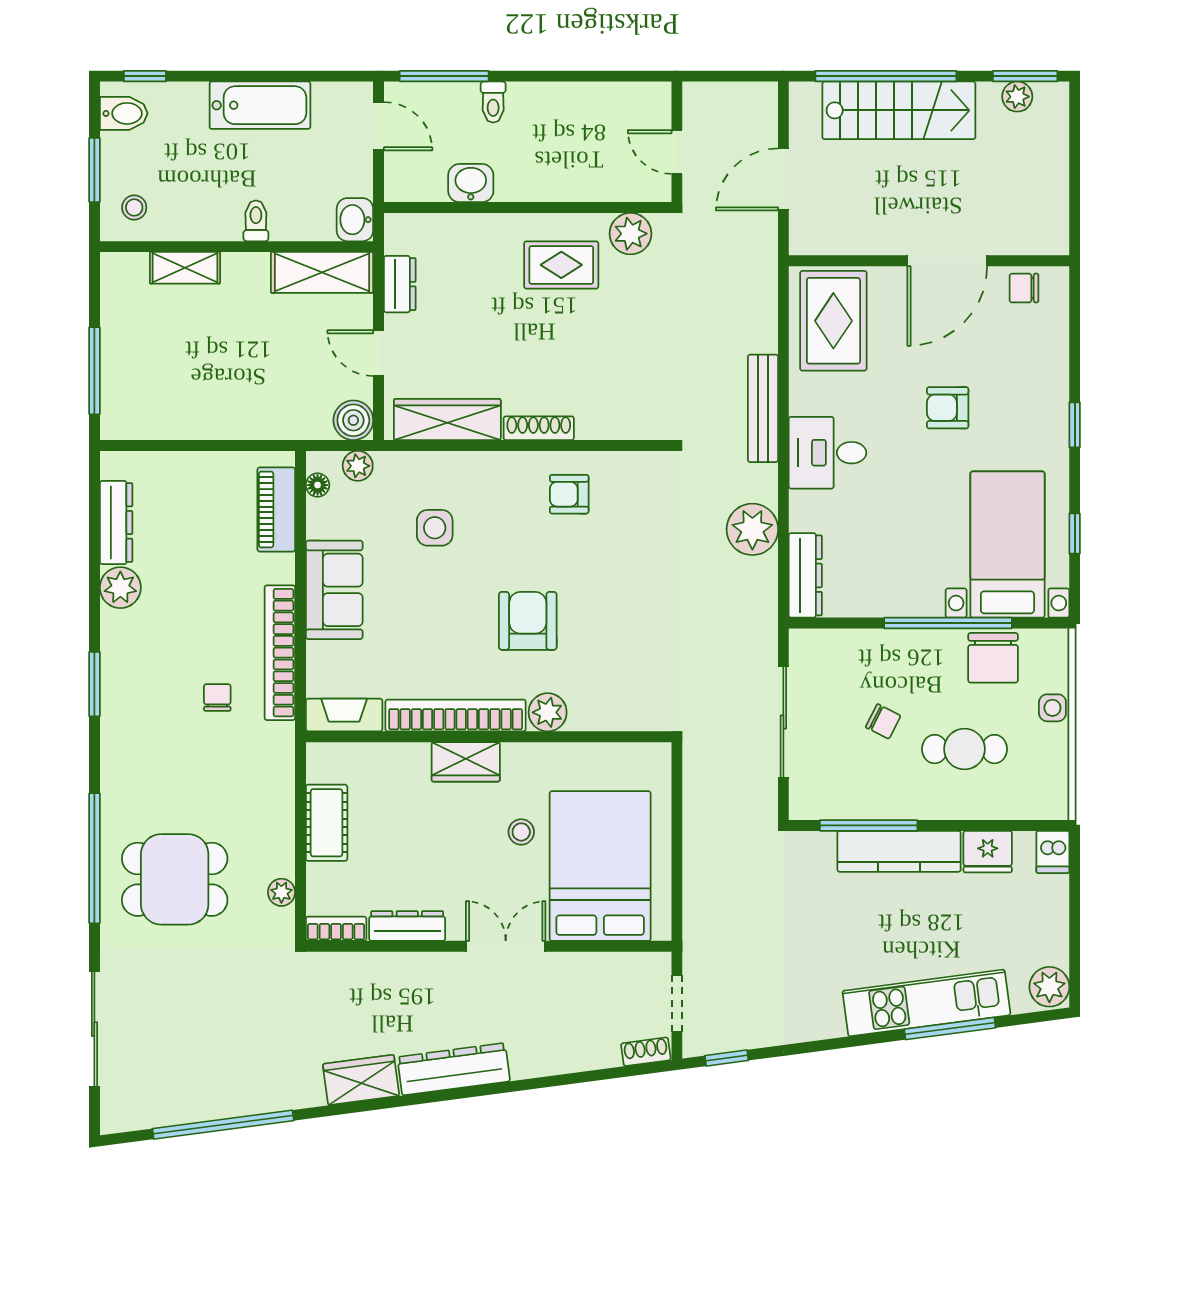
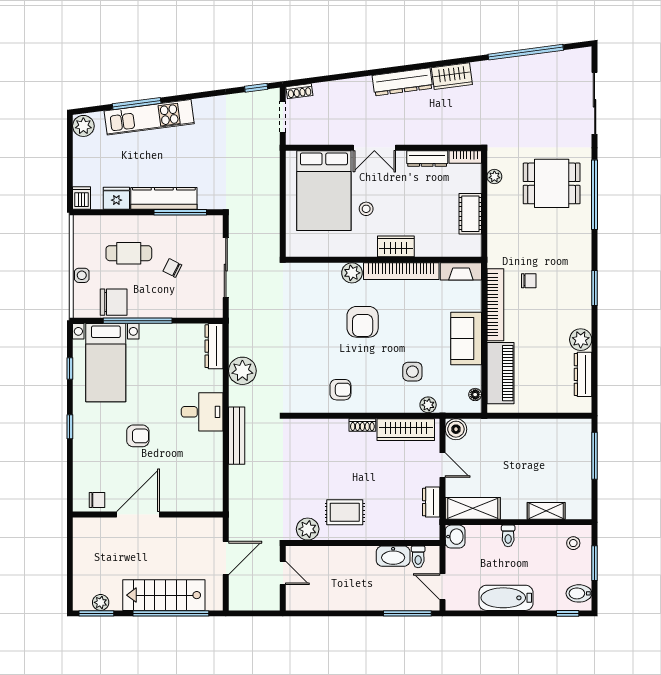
toilet: (493, 102) -> (418, 557), moved, turned 180
washbasin: (471, 183) -> (393, 556), width x1.38
rug: (833, 321) -> (199, 482), removed
shoe rack: (539, 428) -> (362, 425), width x0.70
plant: (358, 466) -> (428, 405), moved
piano: (276, 510) -> (501, 373), width x1.37, depth x1.33
chair: (993, 658) -> (114, 302), turned 90
chair: (217, 698) -> (529, 281), turned -90

